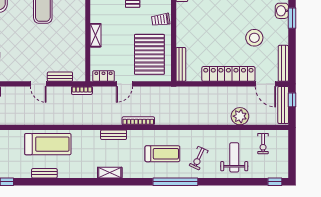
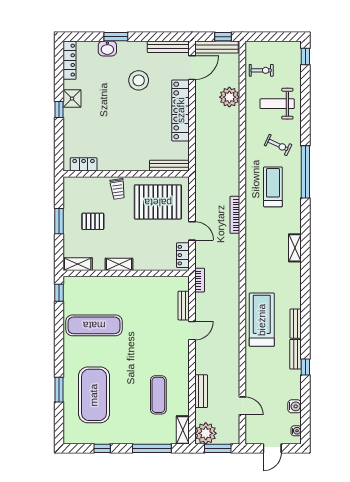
shelving: (96, 35) -> (119, 264), moved
window: (292, 100) -> (223, 37), moved
bench: (114, 135) -> (296, 354), moved

